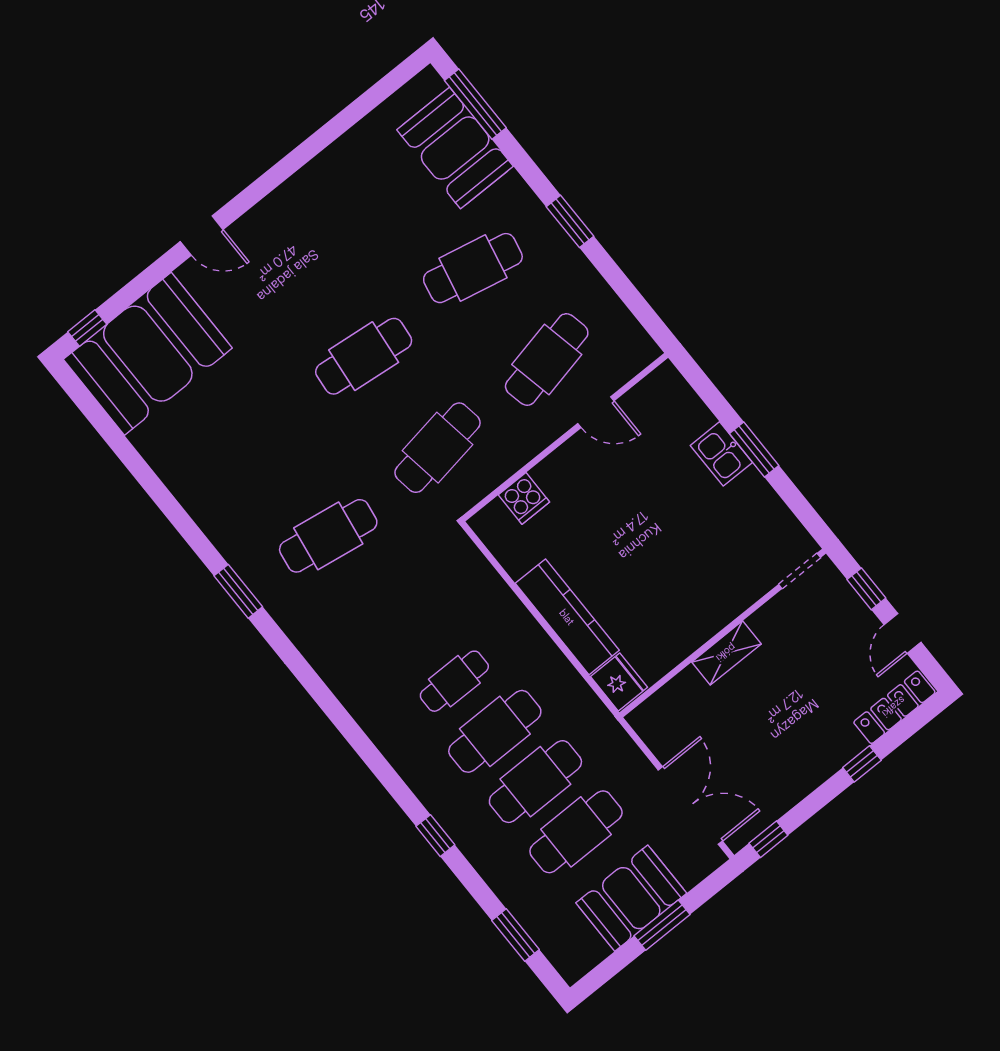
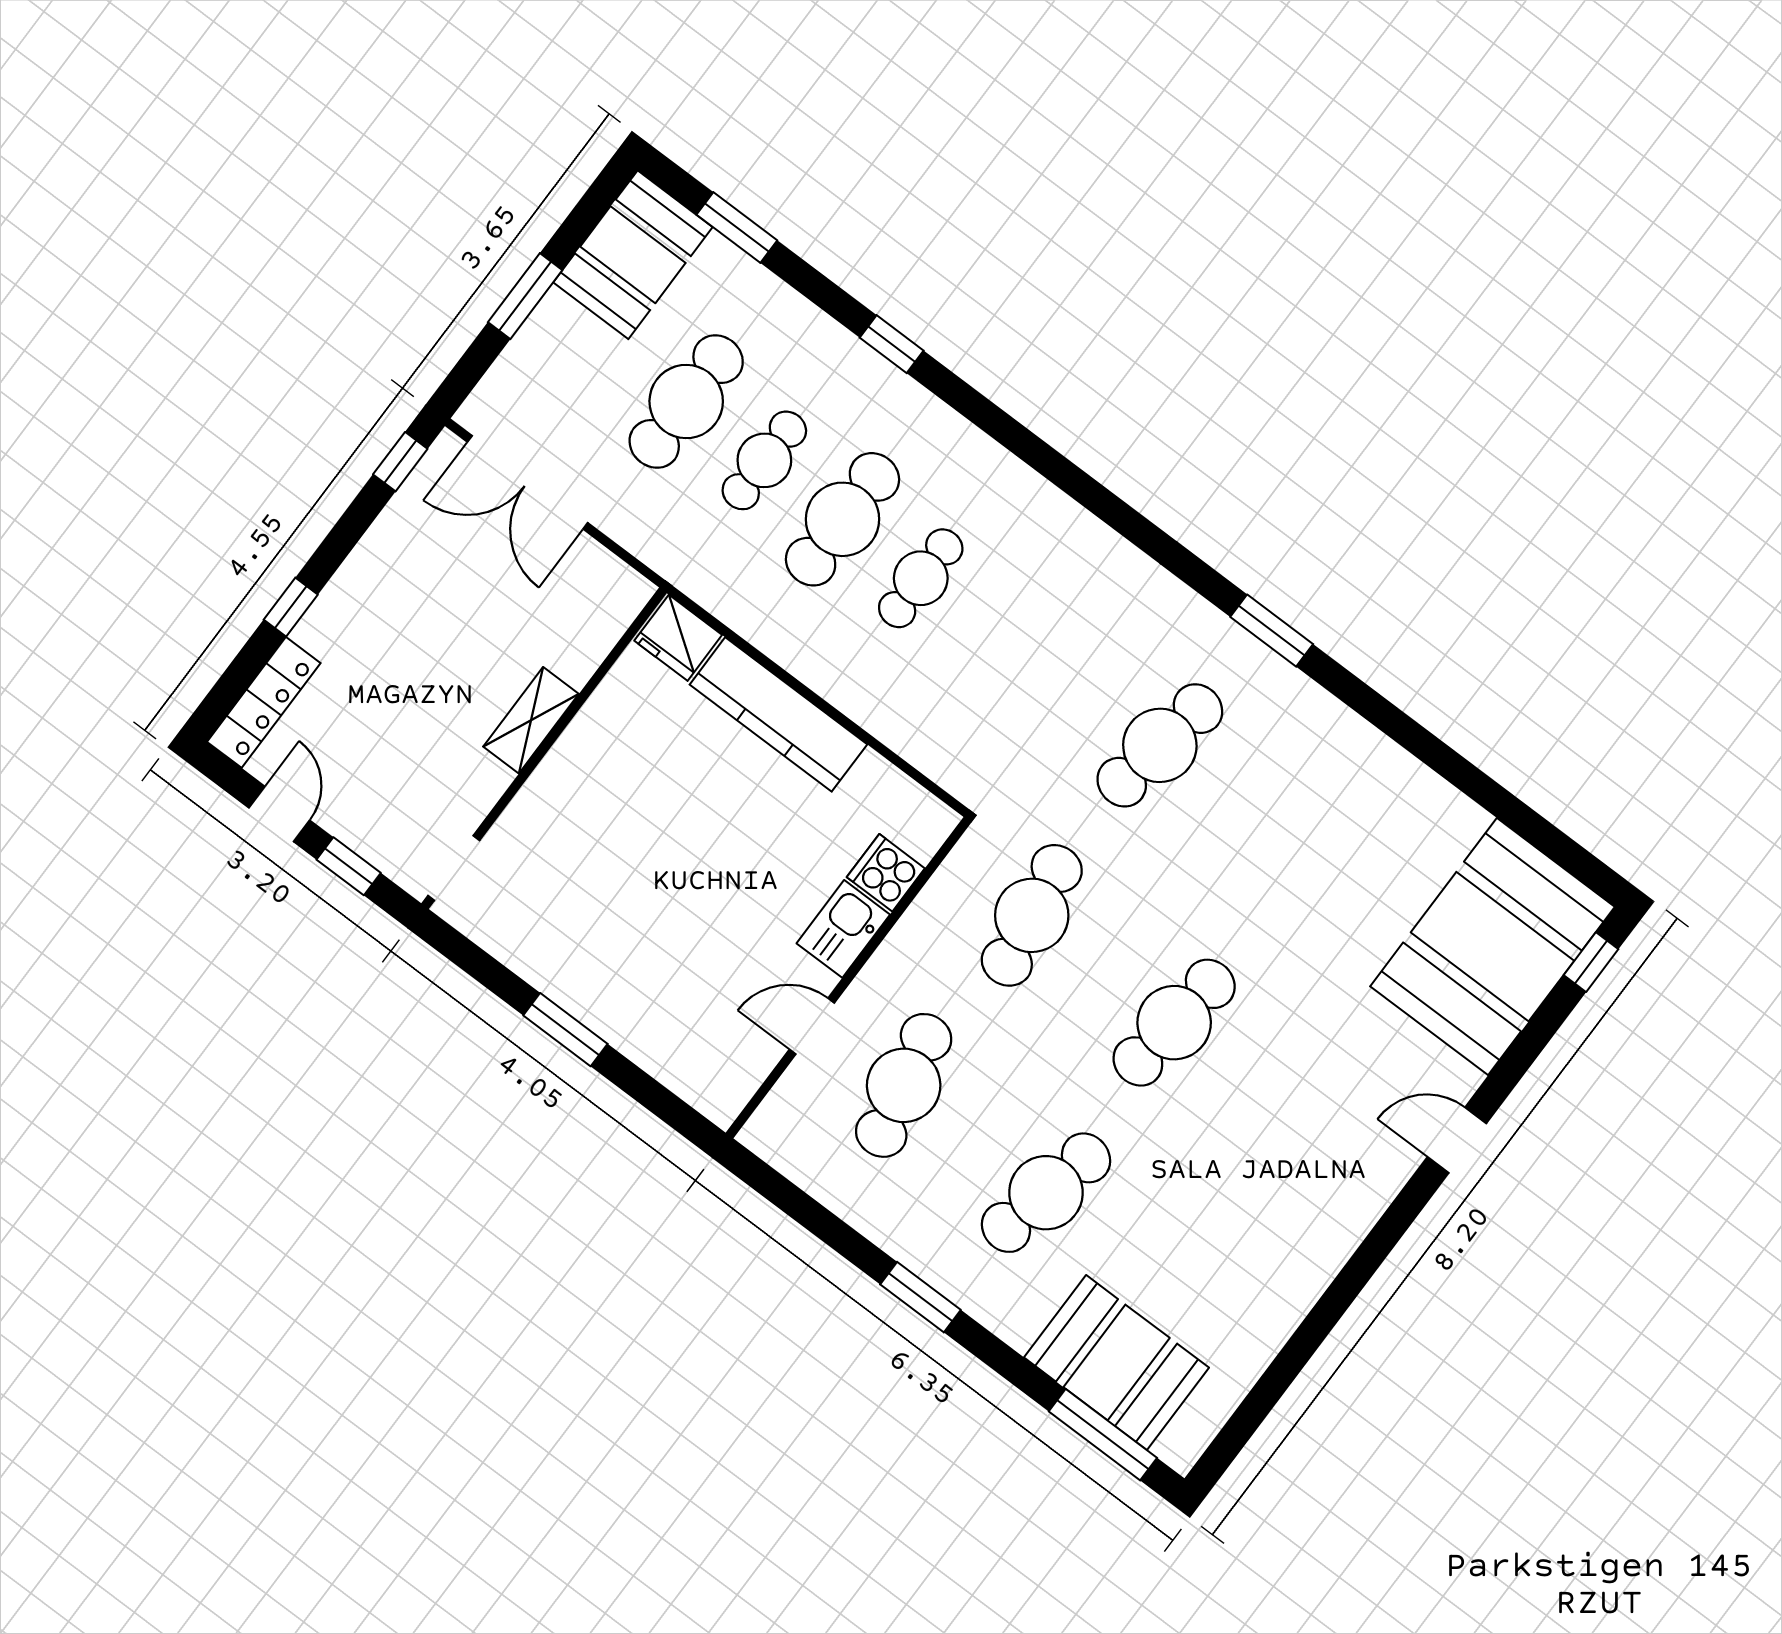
kitchen sink: (721, 454) -> (843, 929), moved, turned -90
cafe table: (535, 782) -> (764, 460), width x0.73, depth x0.74
booth: (631, 898) -> (633, 255), moved

